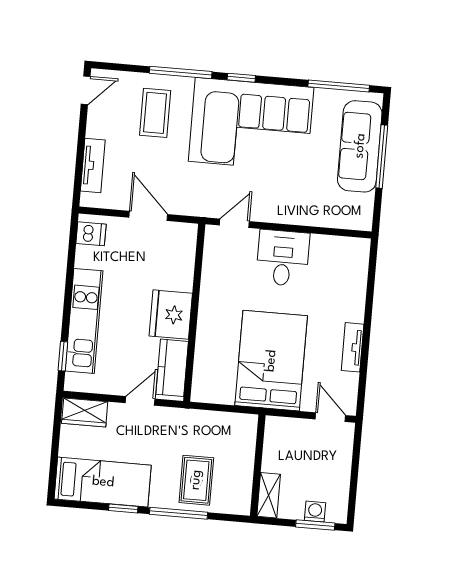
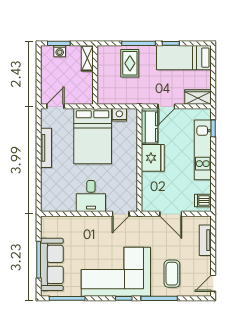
tv unit: (353, 347) -> (46, 148), width x1.41
nightstand: (222, 393) -> (119, 115), added
door: (330, 417) -> (55, 106), swing flipped

